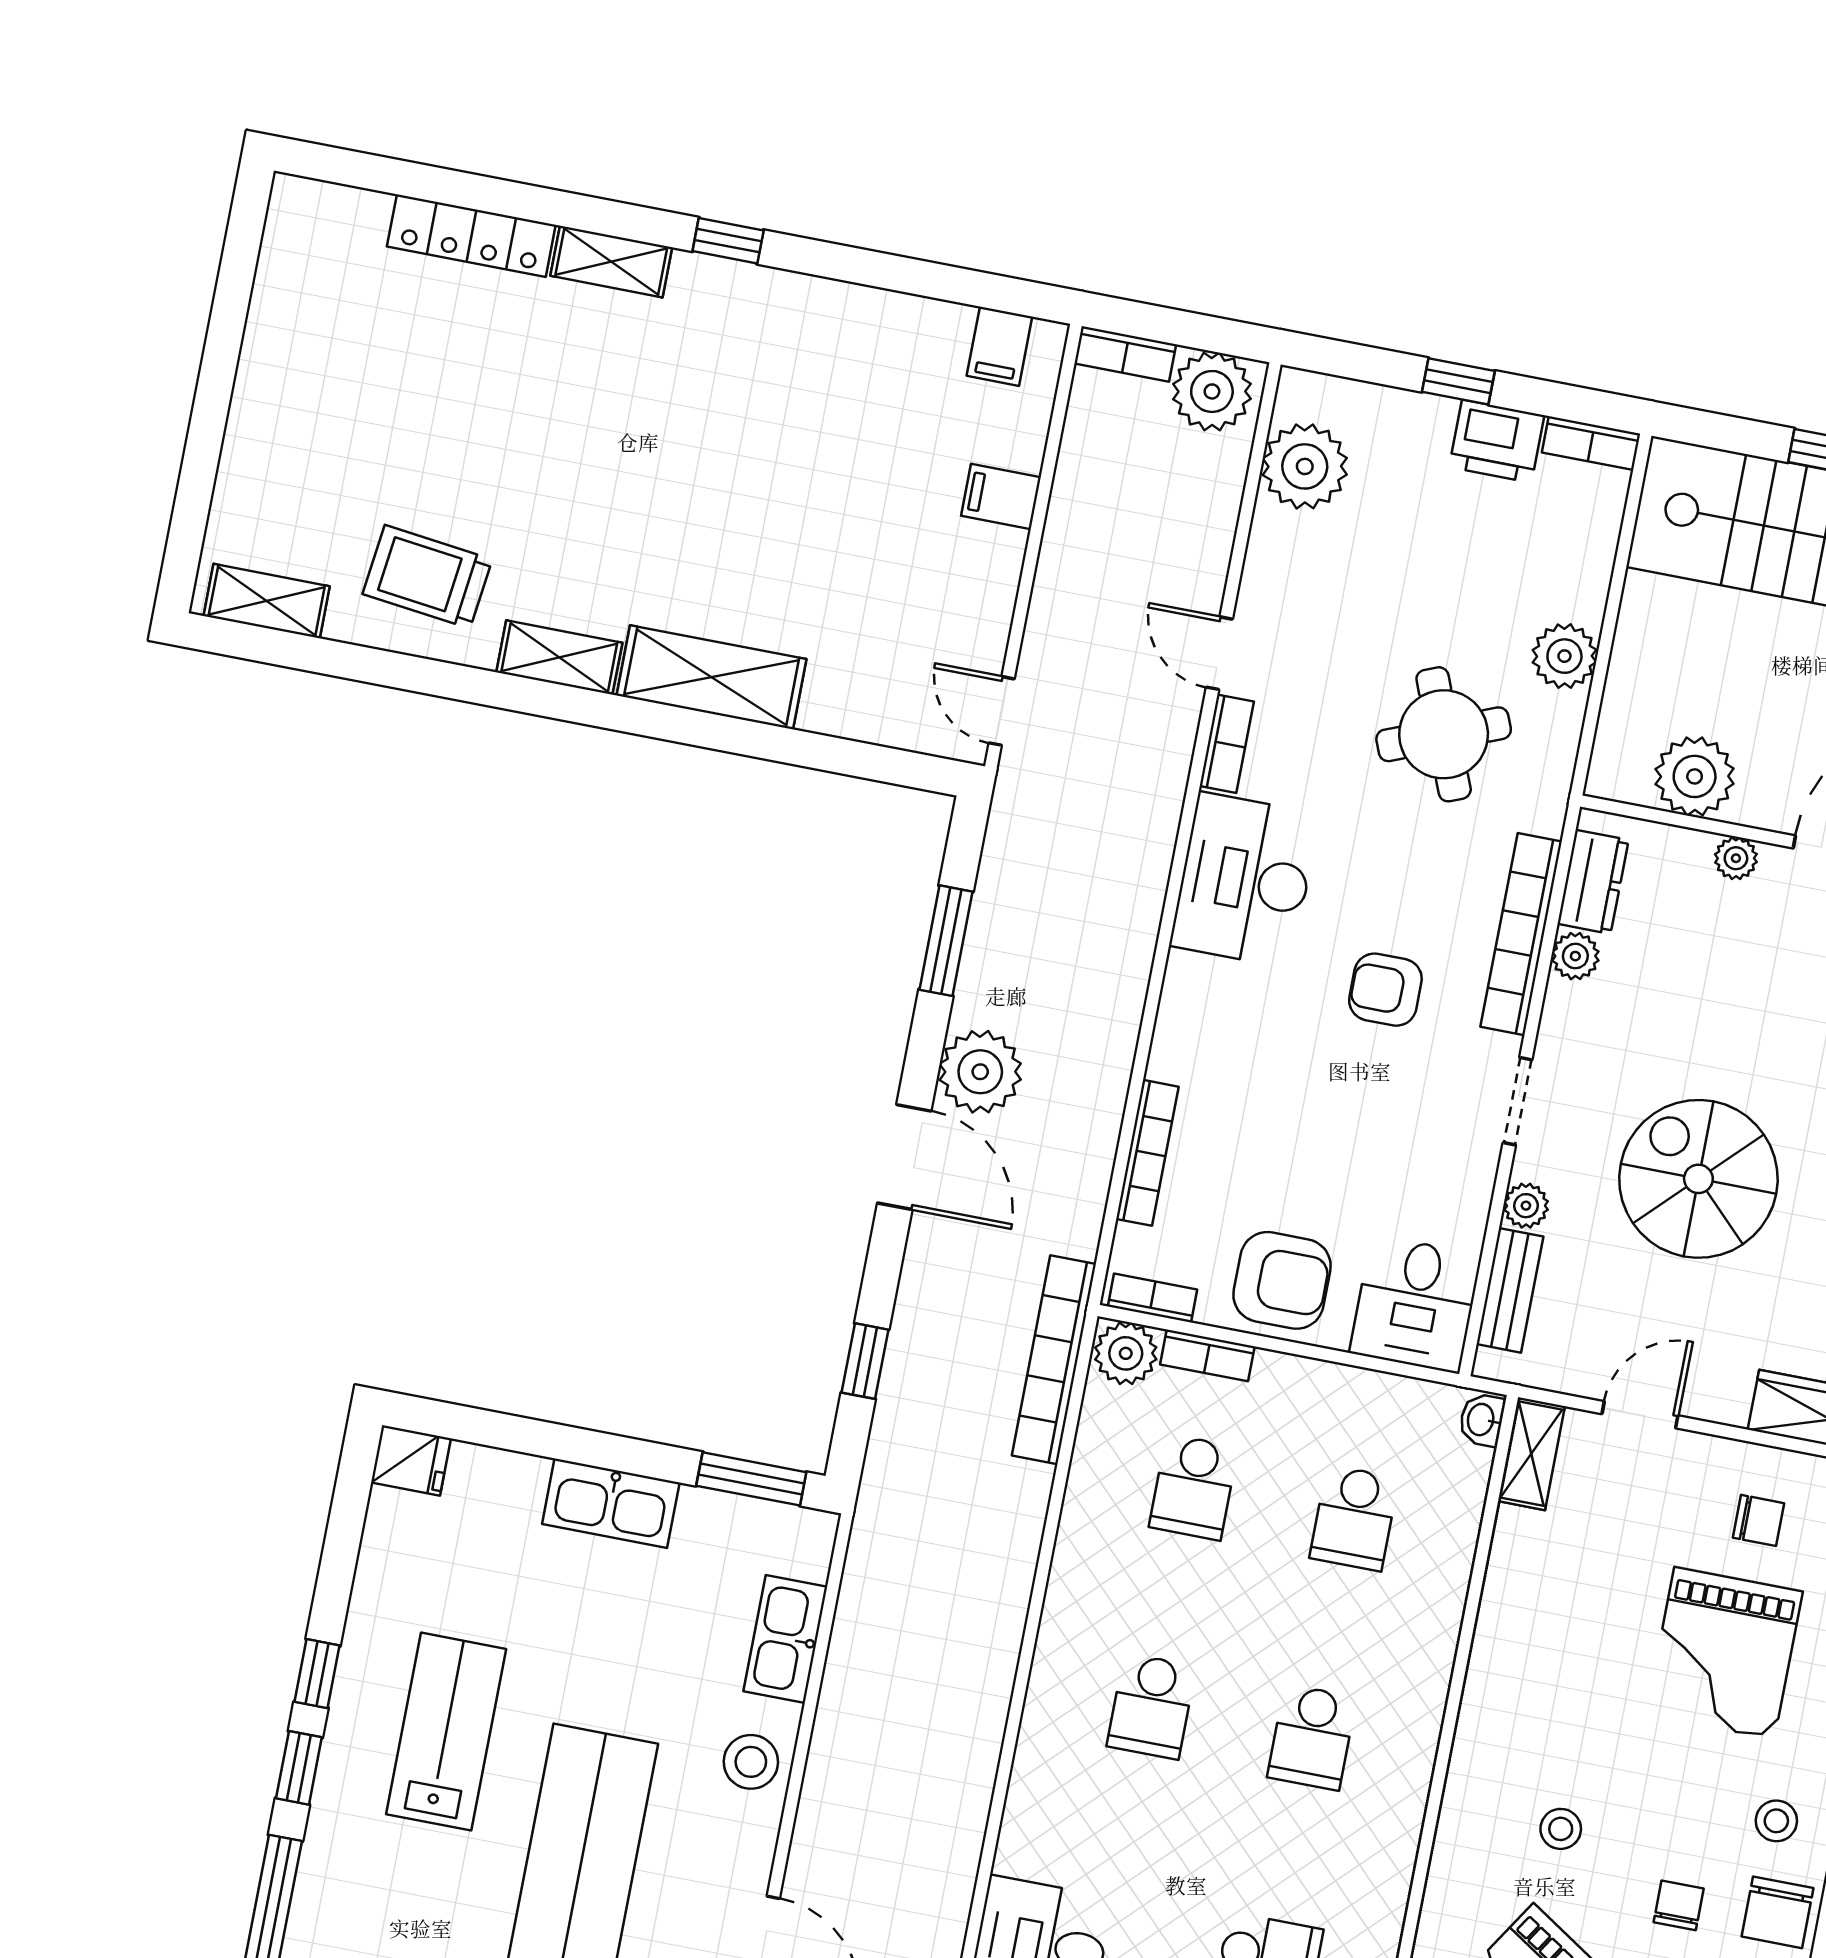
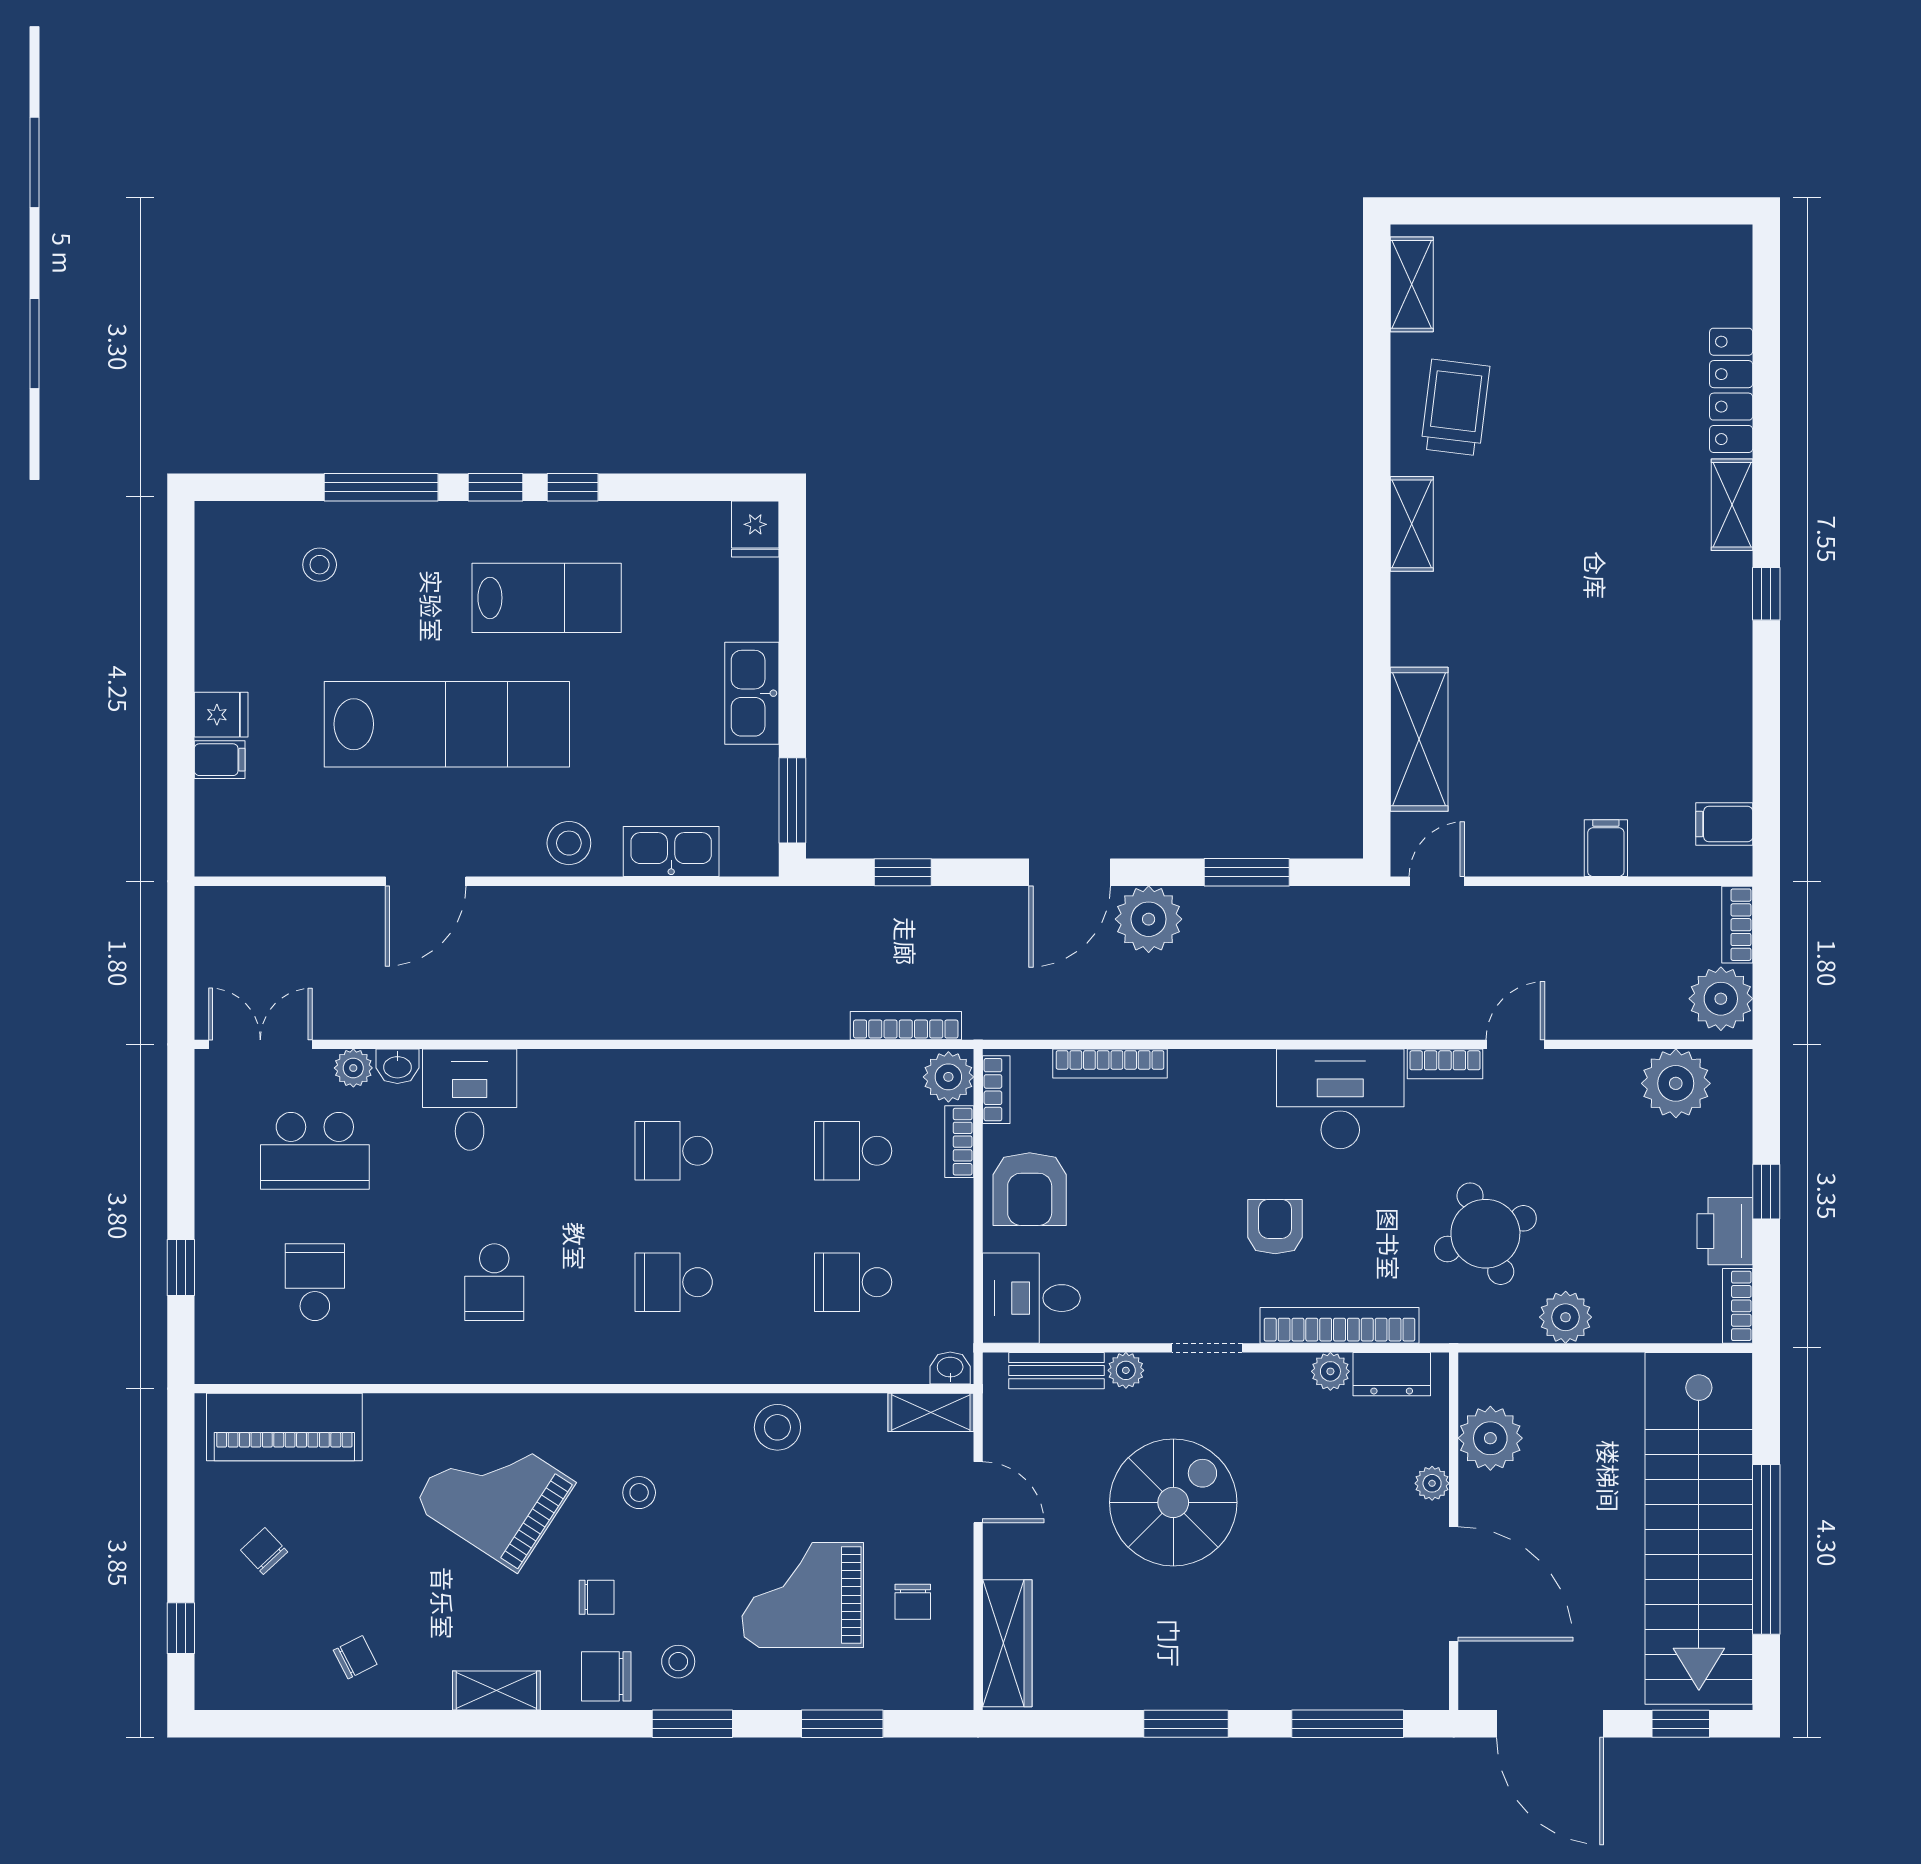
shelving: (712, 677) -> (1419, 739), moved
bookcase: (1054, 1360) -> (906, 1026), width x0.68, depth x0.76
stool: (1514, 1645) -> (777, 1427), added

